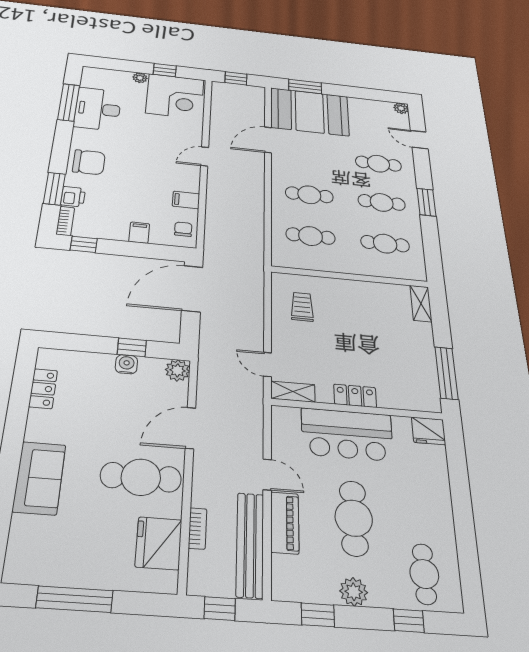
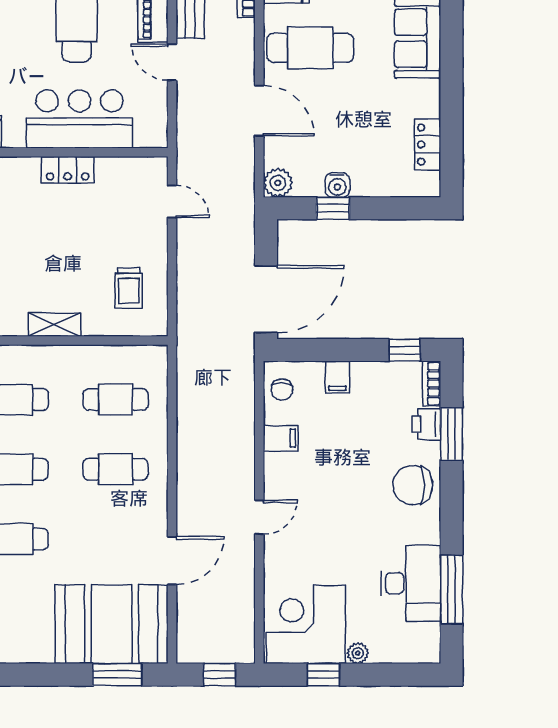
shelving: (293, 392) -> (54, 325), moved
door: (190, 428) -> (259, 111), hinge flipped

